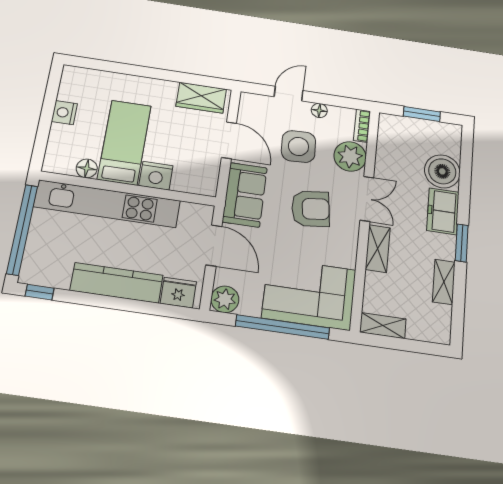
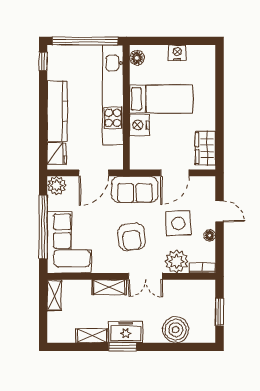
floor lamp: (87, 168) -> (137, 58), moved
freezer: (443, 211) -> (126, 332), moved

